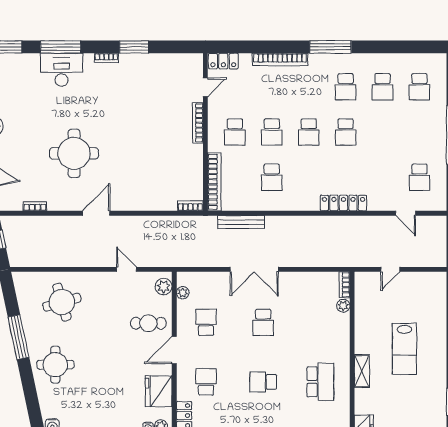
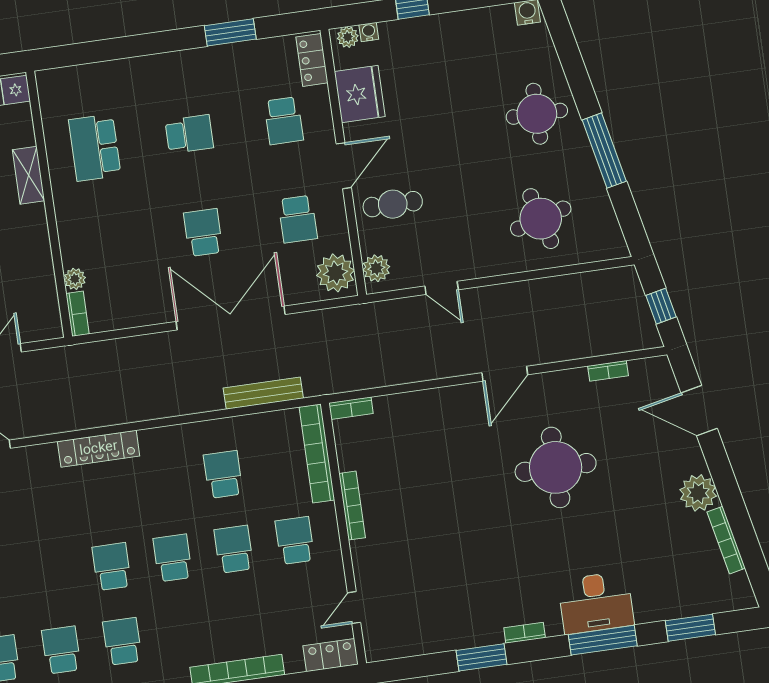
bookcase: (198, 123) -> (352, 506), moved
double door: (254, 269) -> (231, 318), width x1.36
plant: (183, 293) -> (335, 273), width x1.88, depth x1.88

